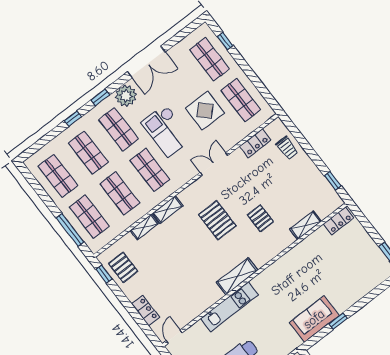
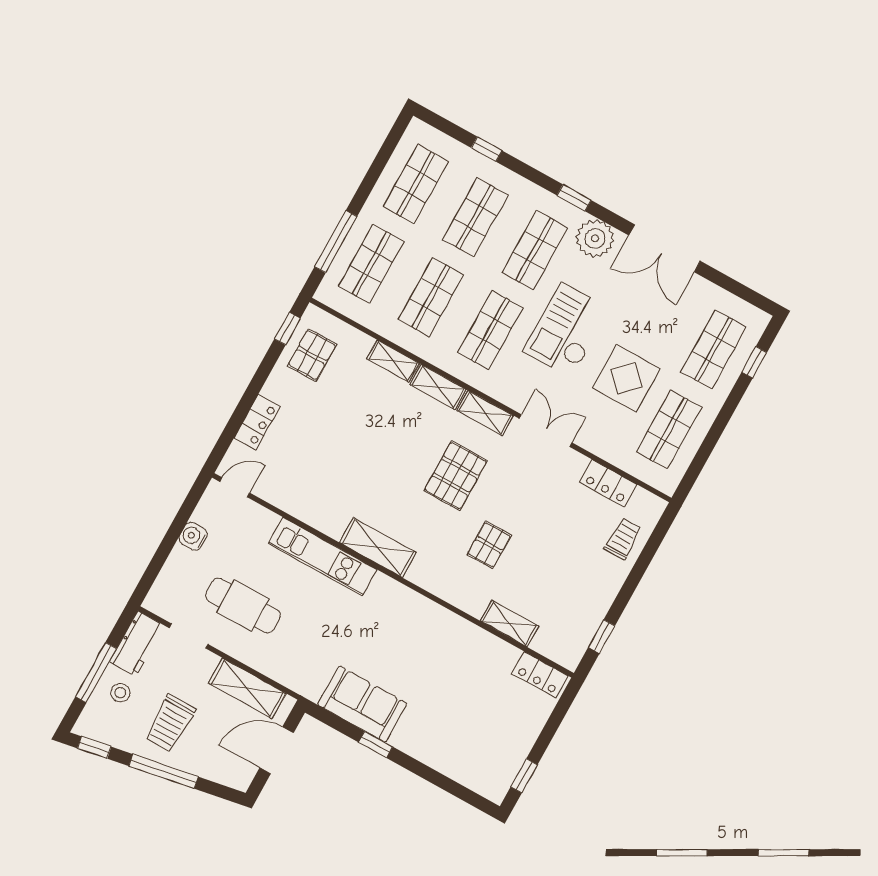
window: (73, 119) -> (487, 149), moved
trolley: (287, 148) -> (623, 539), turned 180
shelving: (192, 191) -> (485, 413), added

